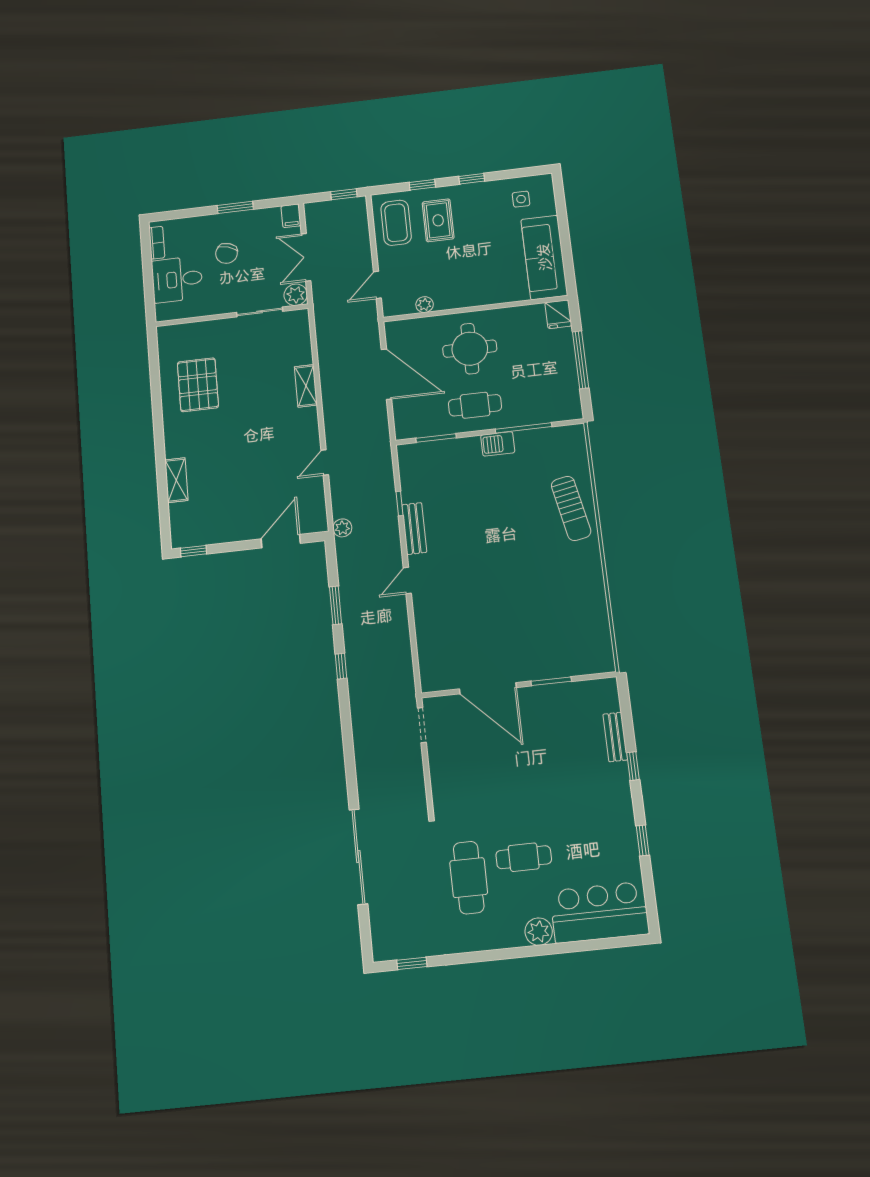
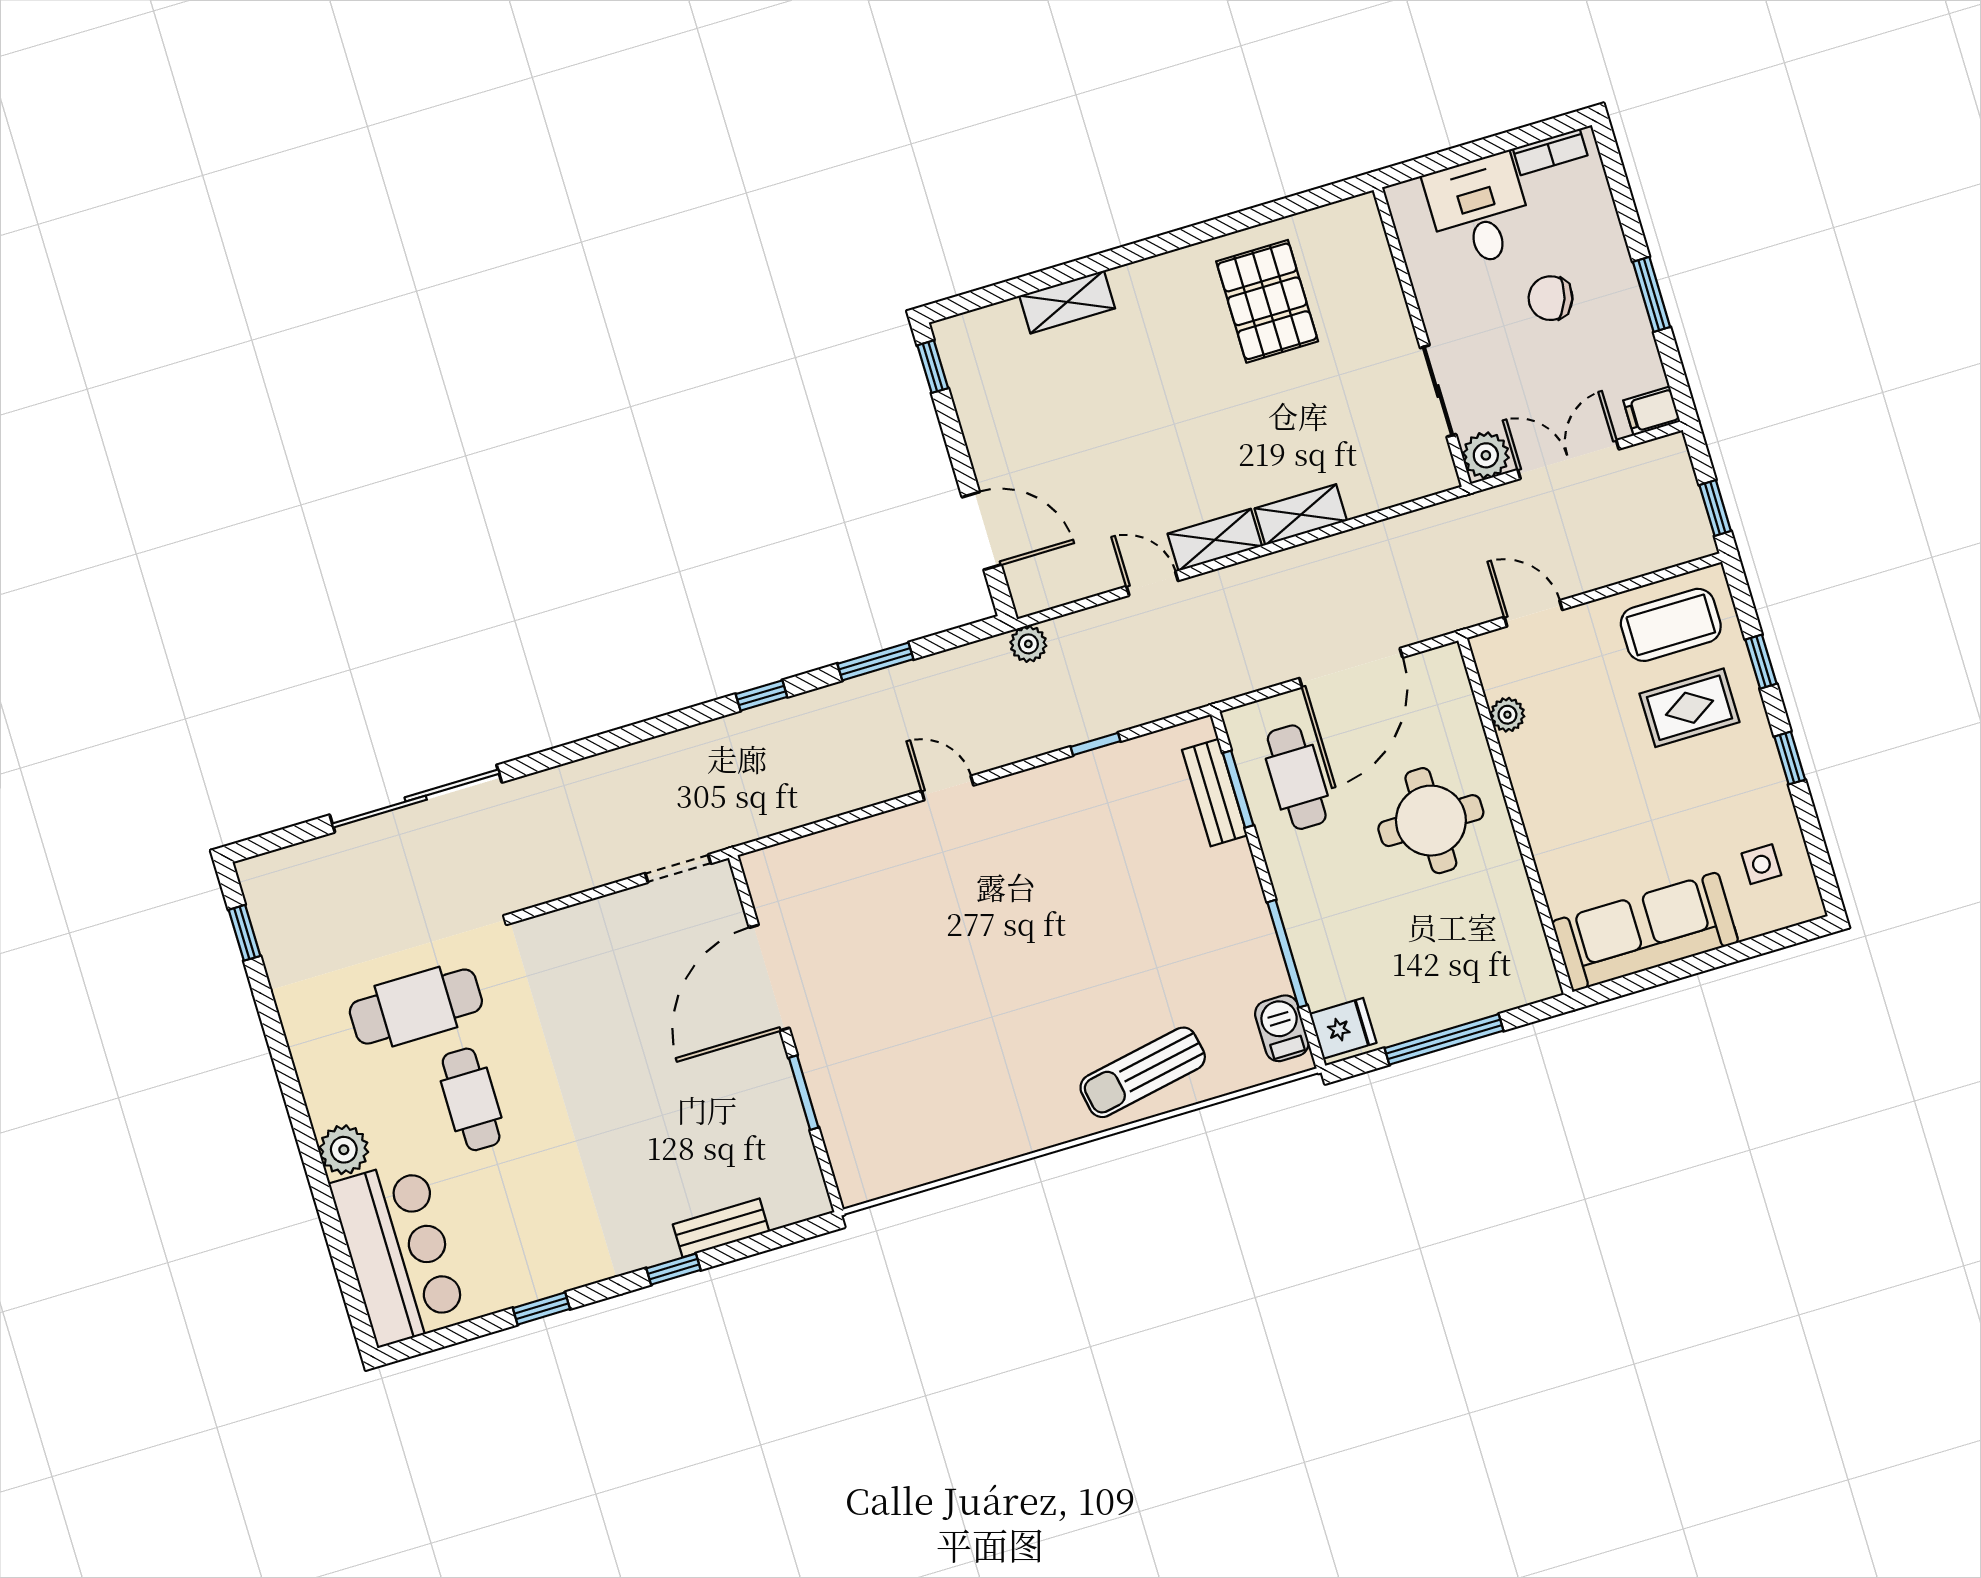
fridge: (558, 314) -> (1343, 1028), moved, turned 180
pallet: (198, 385) -> (1267, 301), turned 90
cafe table: (475, 405) -> (1297, 777), moved
shelving: (309, 429) -> (1215, 540), added
barbecue: (498, 444) -> (1282, 1028), moved
bench: (414, 529) -> (1215, 793), moved, turned 90

